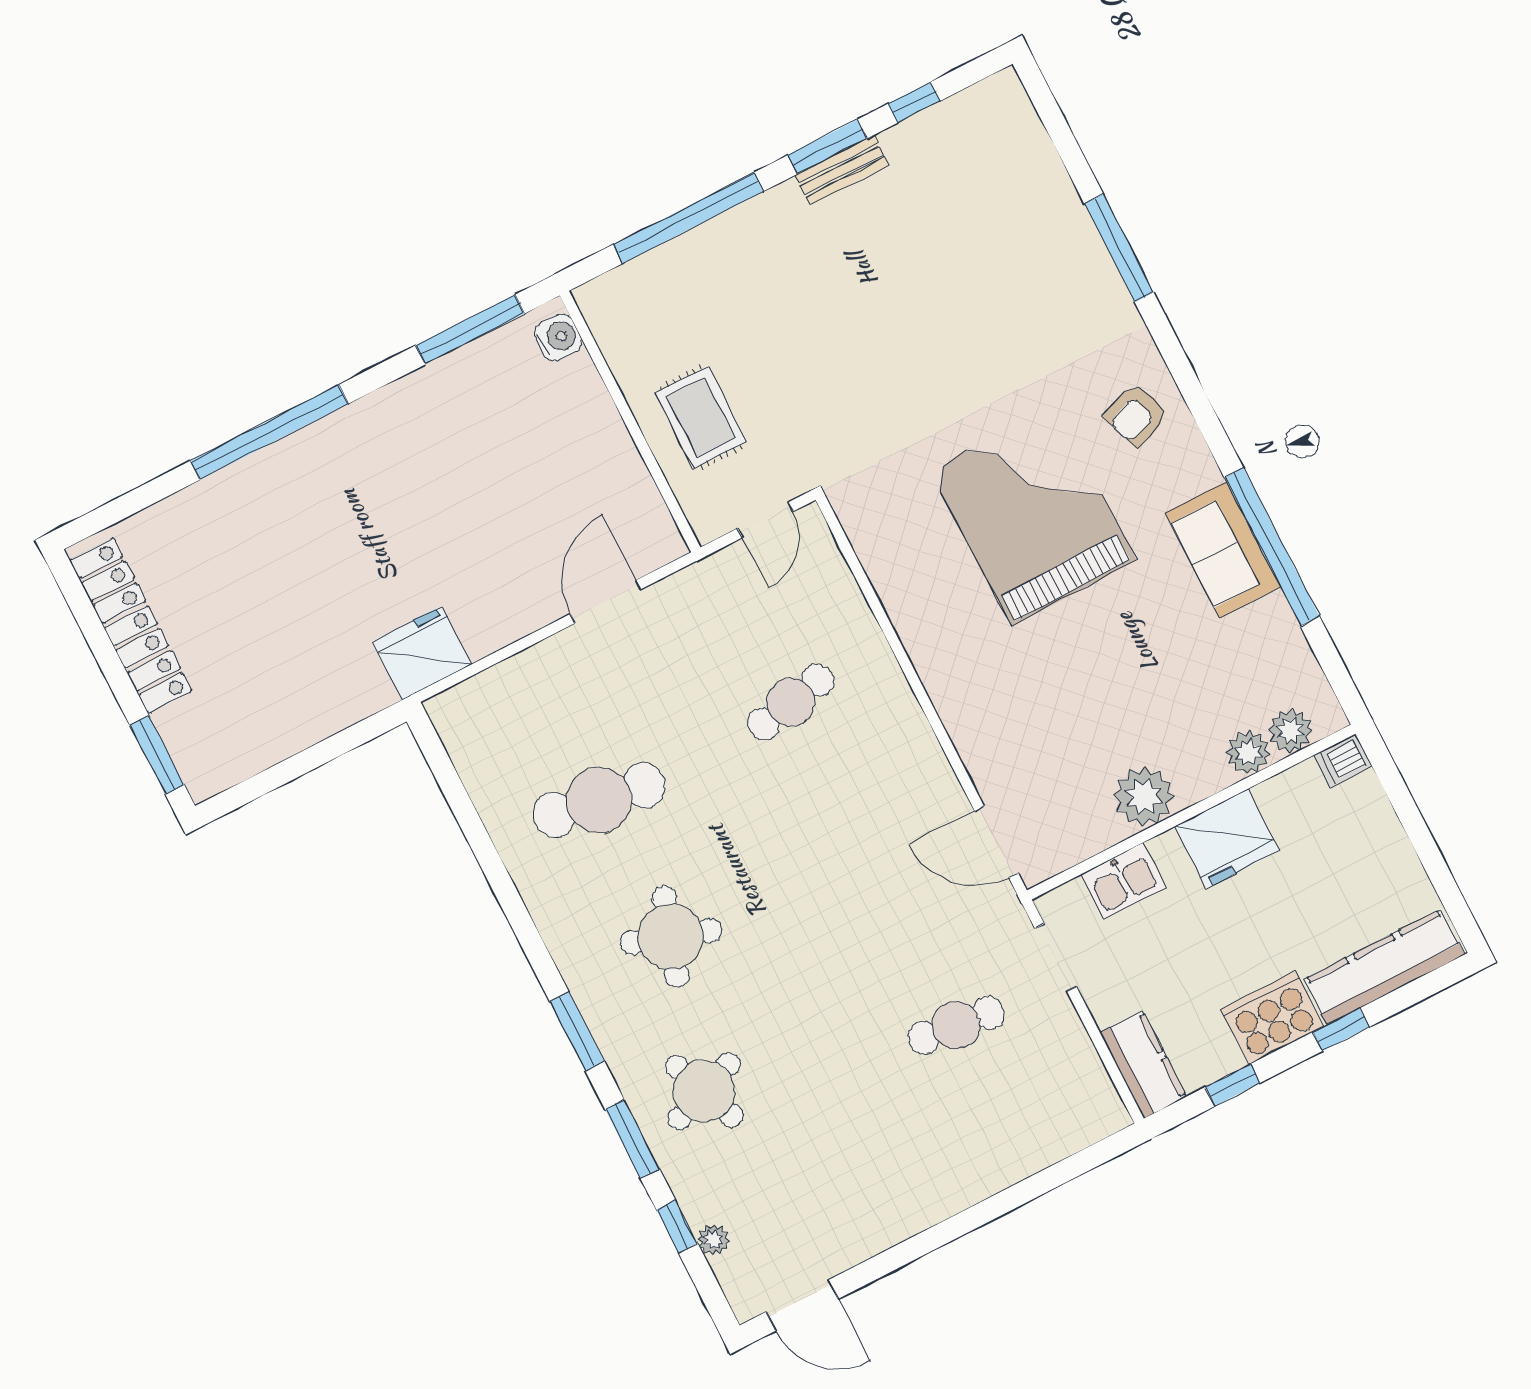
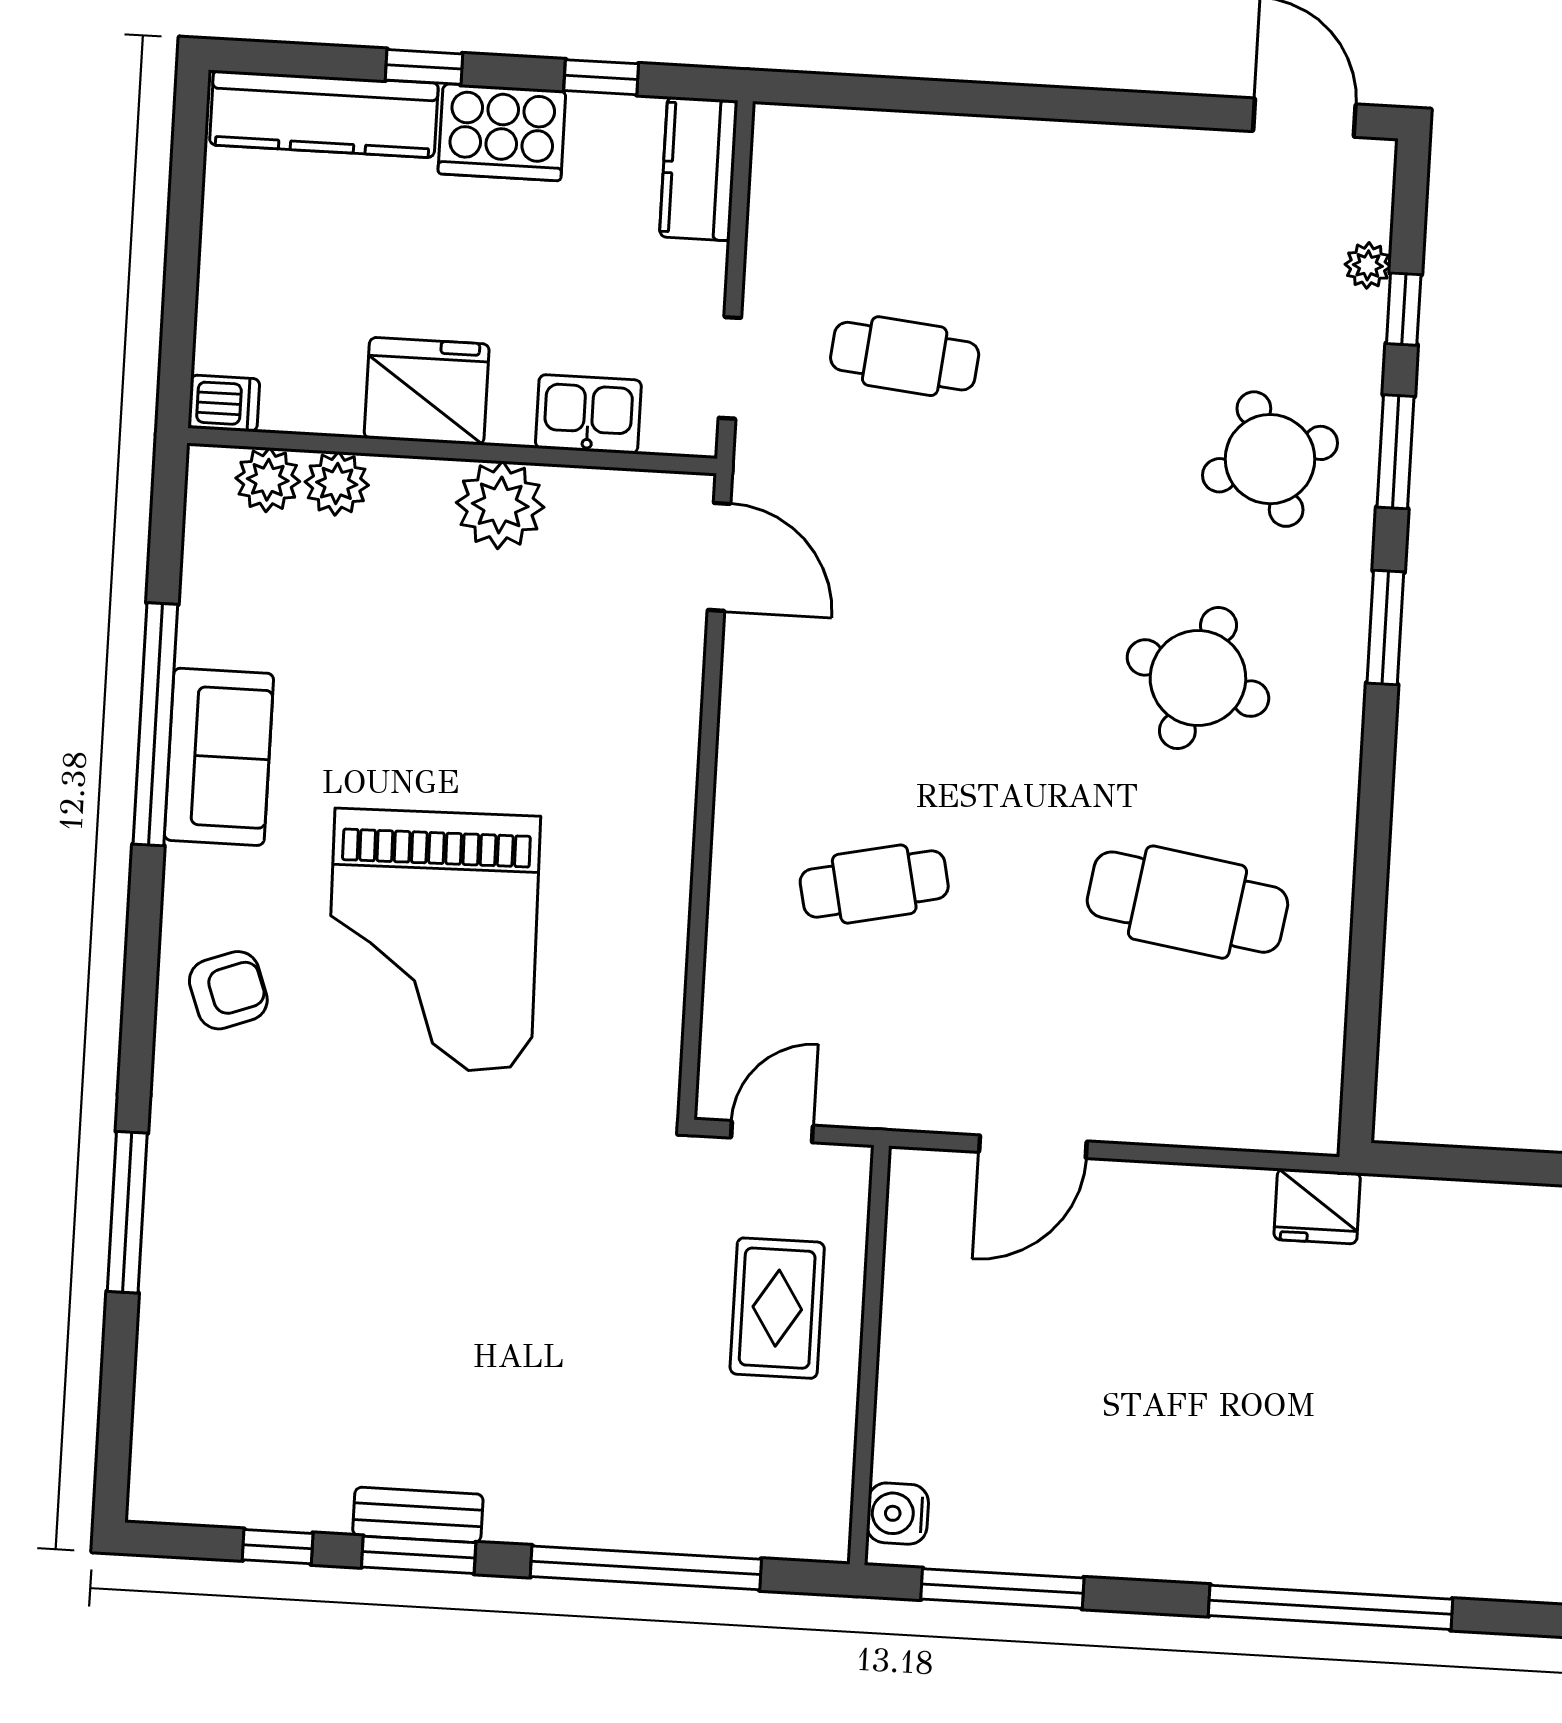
fridge: (422, 653) -> (1317, 1206), width x0.73, depth x0.75

